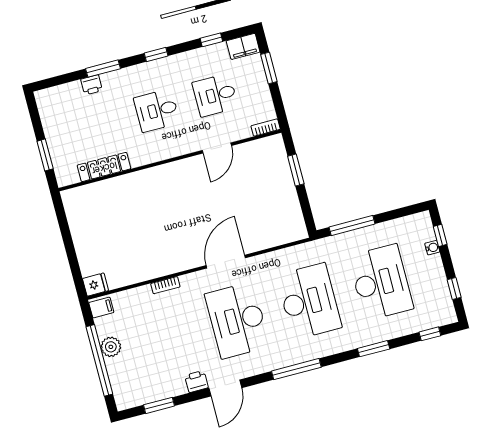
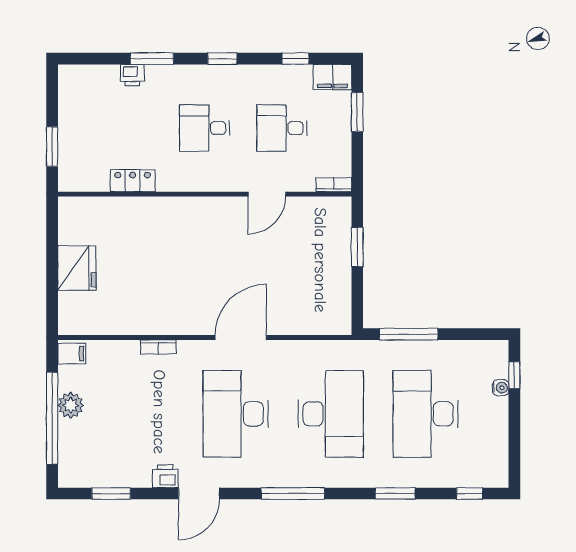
locker: (104, 167) -> (133, 181), width x0.66
desk: (381, 282) -> (426, 414), turned 180
fridge: (95, 285) -> (77, 268), moved, width x1.88, depth x1.34
window: (454, 289) -> (514, 445), removed

